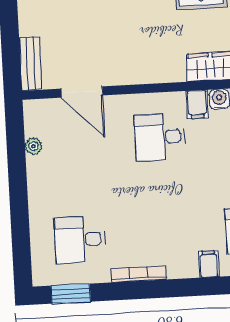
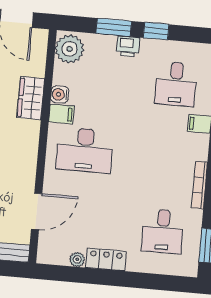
desk: (160, 137) -> (85, 150), width x1.37
locker: (38, 179) -> (106, 260), added

